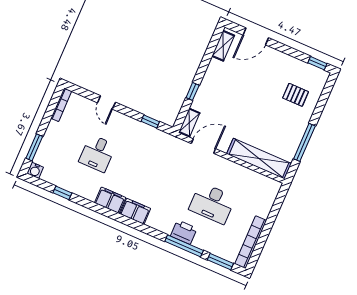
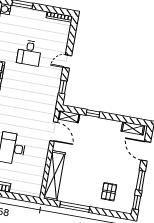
window: (291, 52) -> (141, 180), added
door: (106, 102) -> (67, 62), moved
desk: (97, 153) -> (29, 53), turned -90

